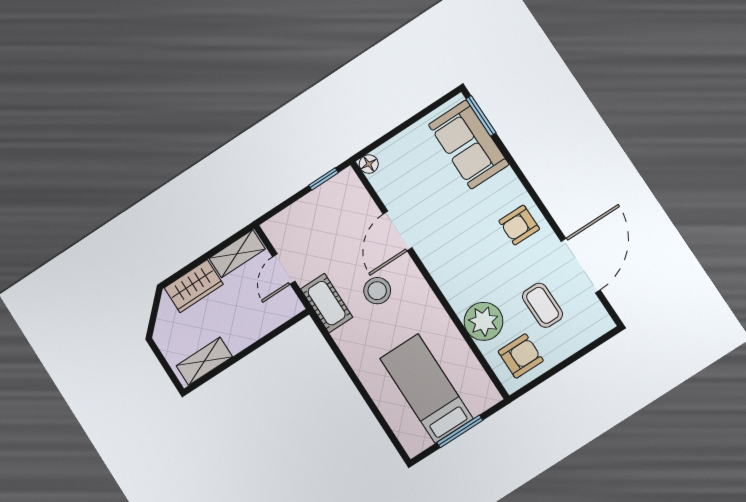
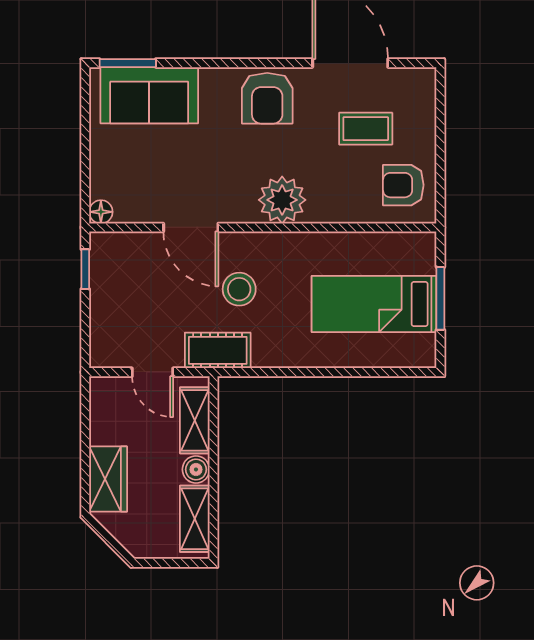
armchair: (519, 225) -> (267, 98), width x1.38, depth x1.38
shelving: (237, 254) -> (195, 420), moved
plant: (483, 321) -> (282, 200), moved
boiler: (238, 341) -> (196, 469), added
armchair: (521, 356) -> (403, 185), turned -90

